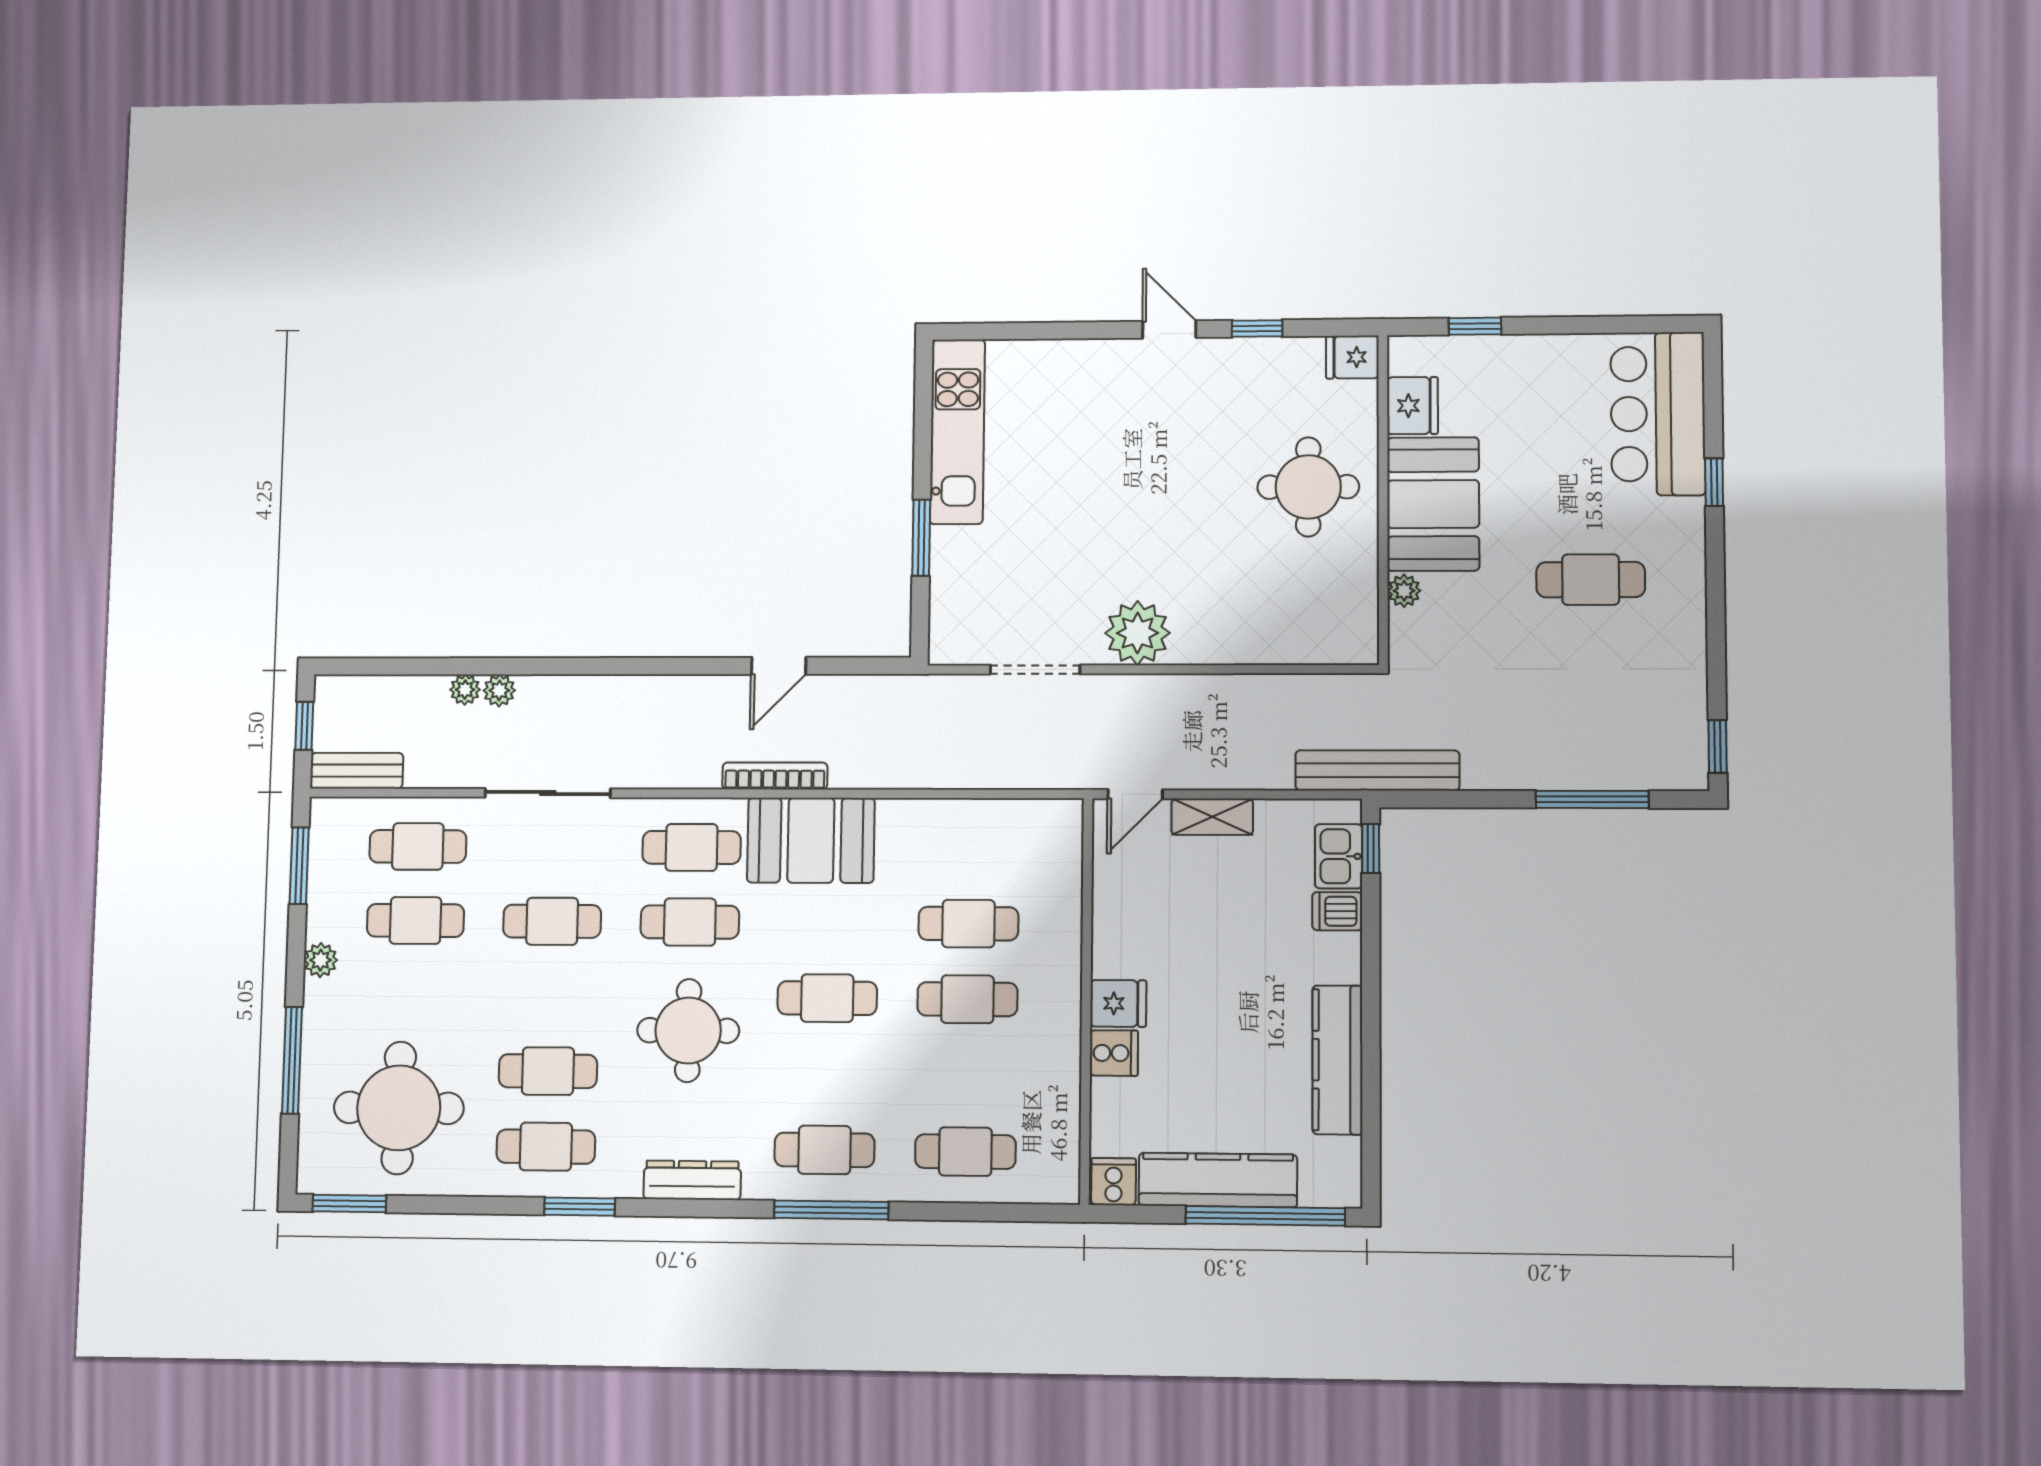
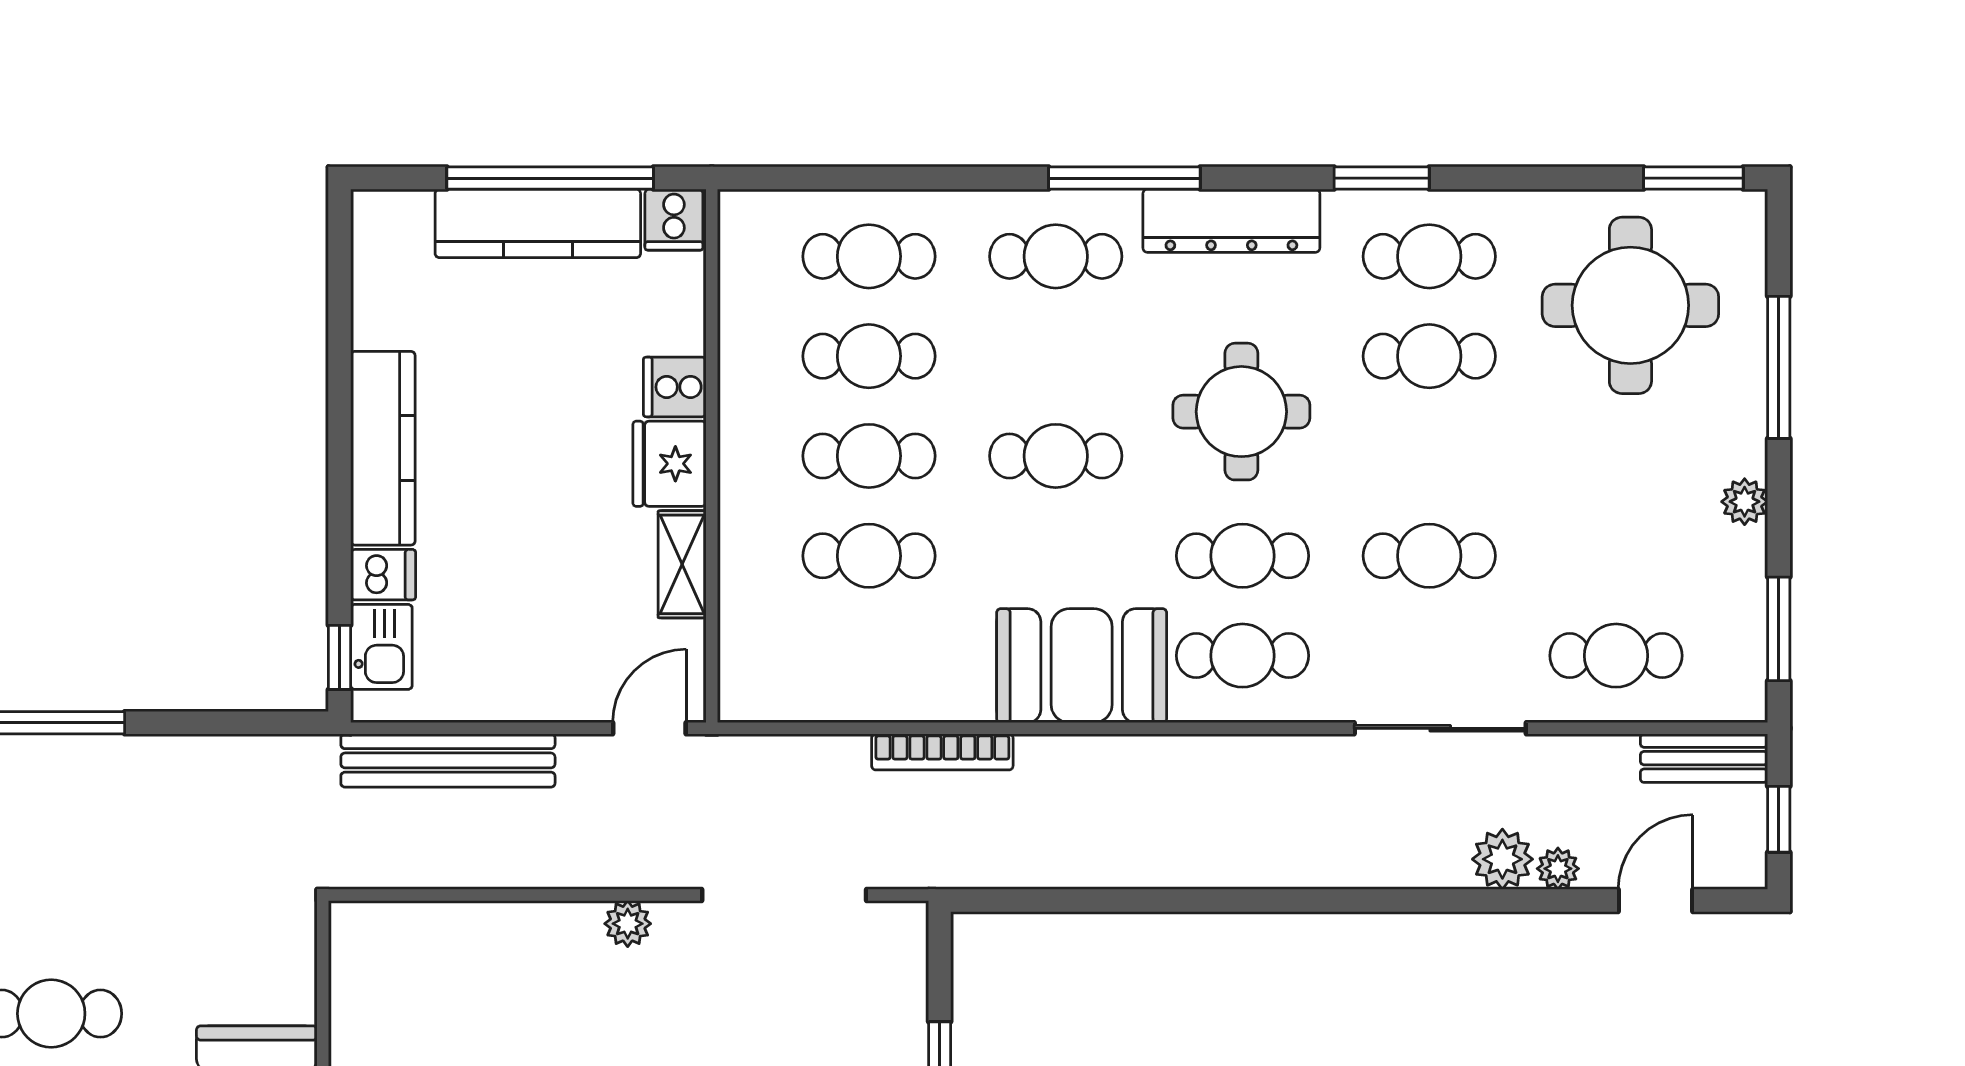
plant: (1404, 591) -> (295, 1000), removed
plant: (1138, 633) -> (628, 924), width x0.53, depth x0.53
door: (779, 666) -> (1655, 901), moved
doorway: (1035, 670) -> (784, 895), width x1.36
plant: (499, 690) -> (1502, 859), width x1.38, depth x1.38
bench: (1377, 770) -> (448, 760), moved
bookcase: (775, 776) -> (942, 752), moved
shelving: (1212, 817) -> (682, 564), moved, turned 90
cafe table: (415, 920) -> (869, 356), moved
fridge: (1118, 1003) -> (670, 464), width x1.38
kitchen counter: (1337, 1060) -> (383, 448), moved
dresser: (692, 1180) -> (1231, 221), width x1.37, depth x1.24
window: (831, 1210) -> (1124, 178), moved
window: (1265, 1216) -> (550, 178), moved

